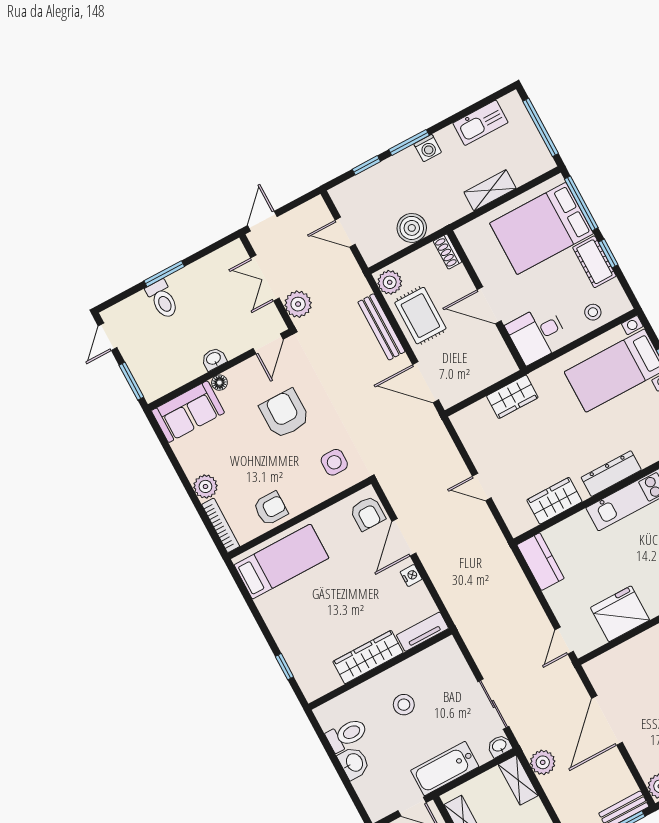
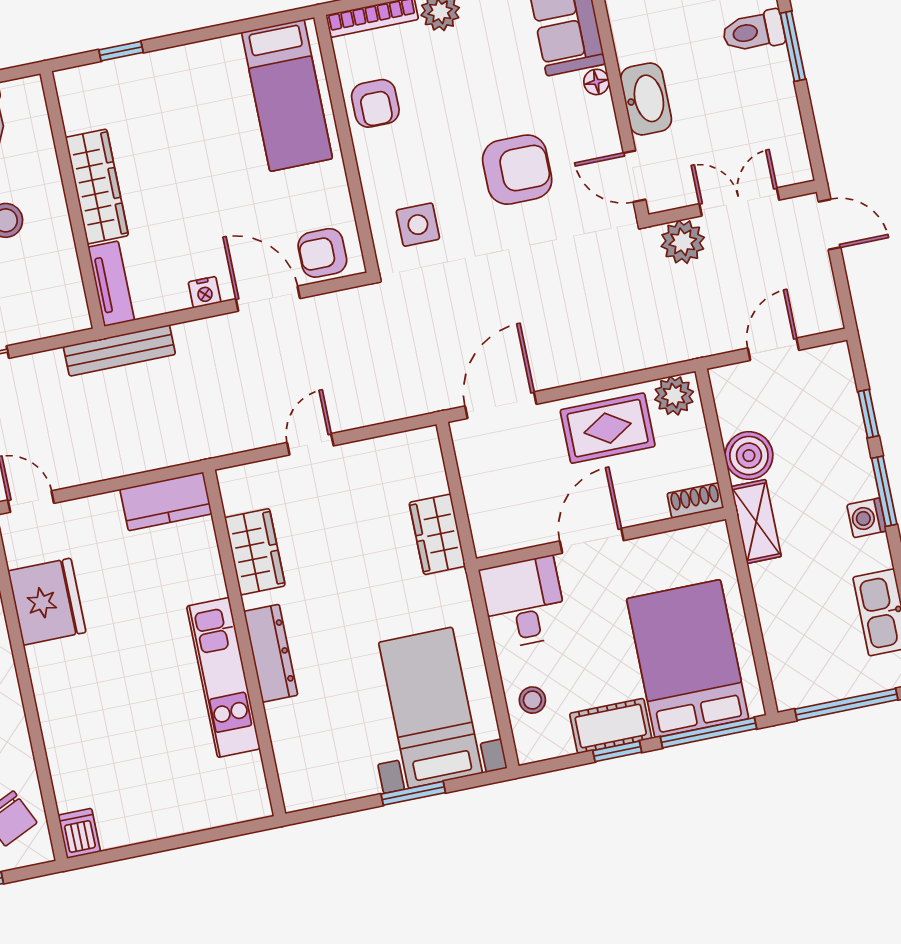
shelving: (490, 190) -> (756, 522), moved
bench: (381, 327) -> (119, 350), moved
washbasin: (214, 359) -> (646, 99), width x1.91, depth x1.45

